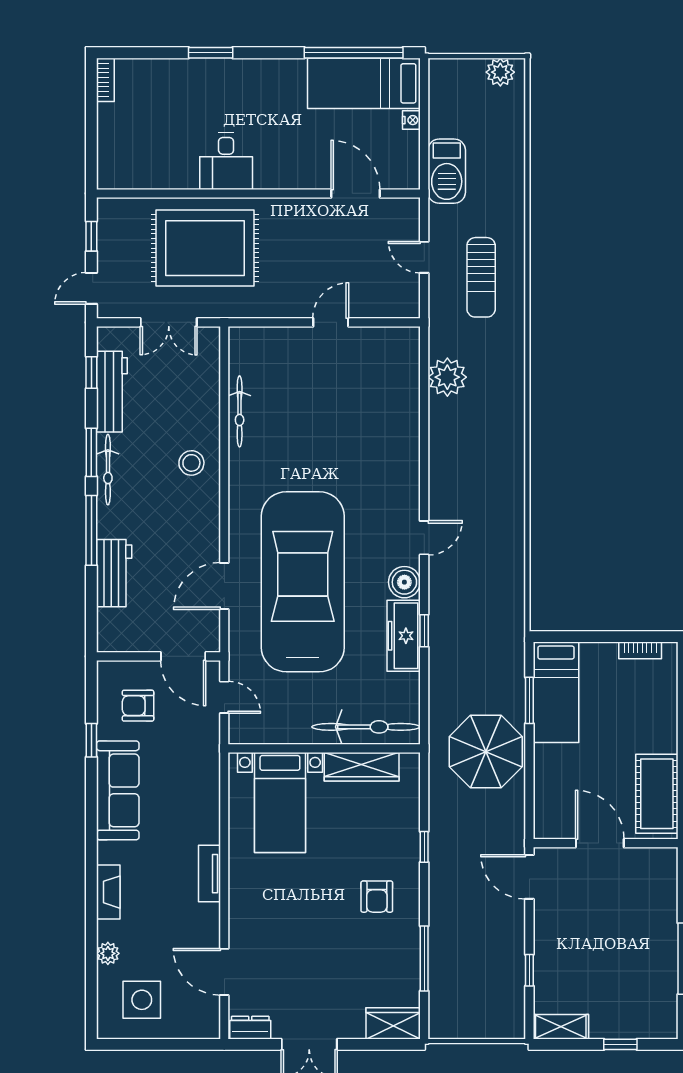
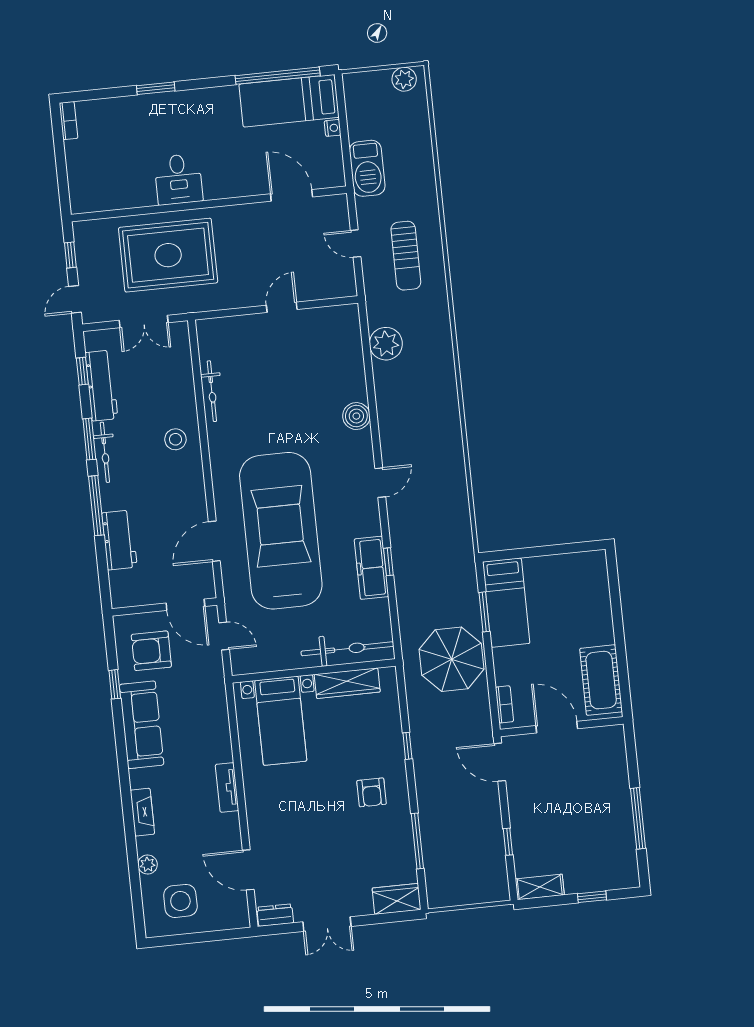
boiler: (404, 582) -> (356, 416), moved
bookcase: (640, 650) -> (504, 704), moved, turned -90
armchair: (138, 706) -> (151, 651), width x1.38, depth x1.38

